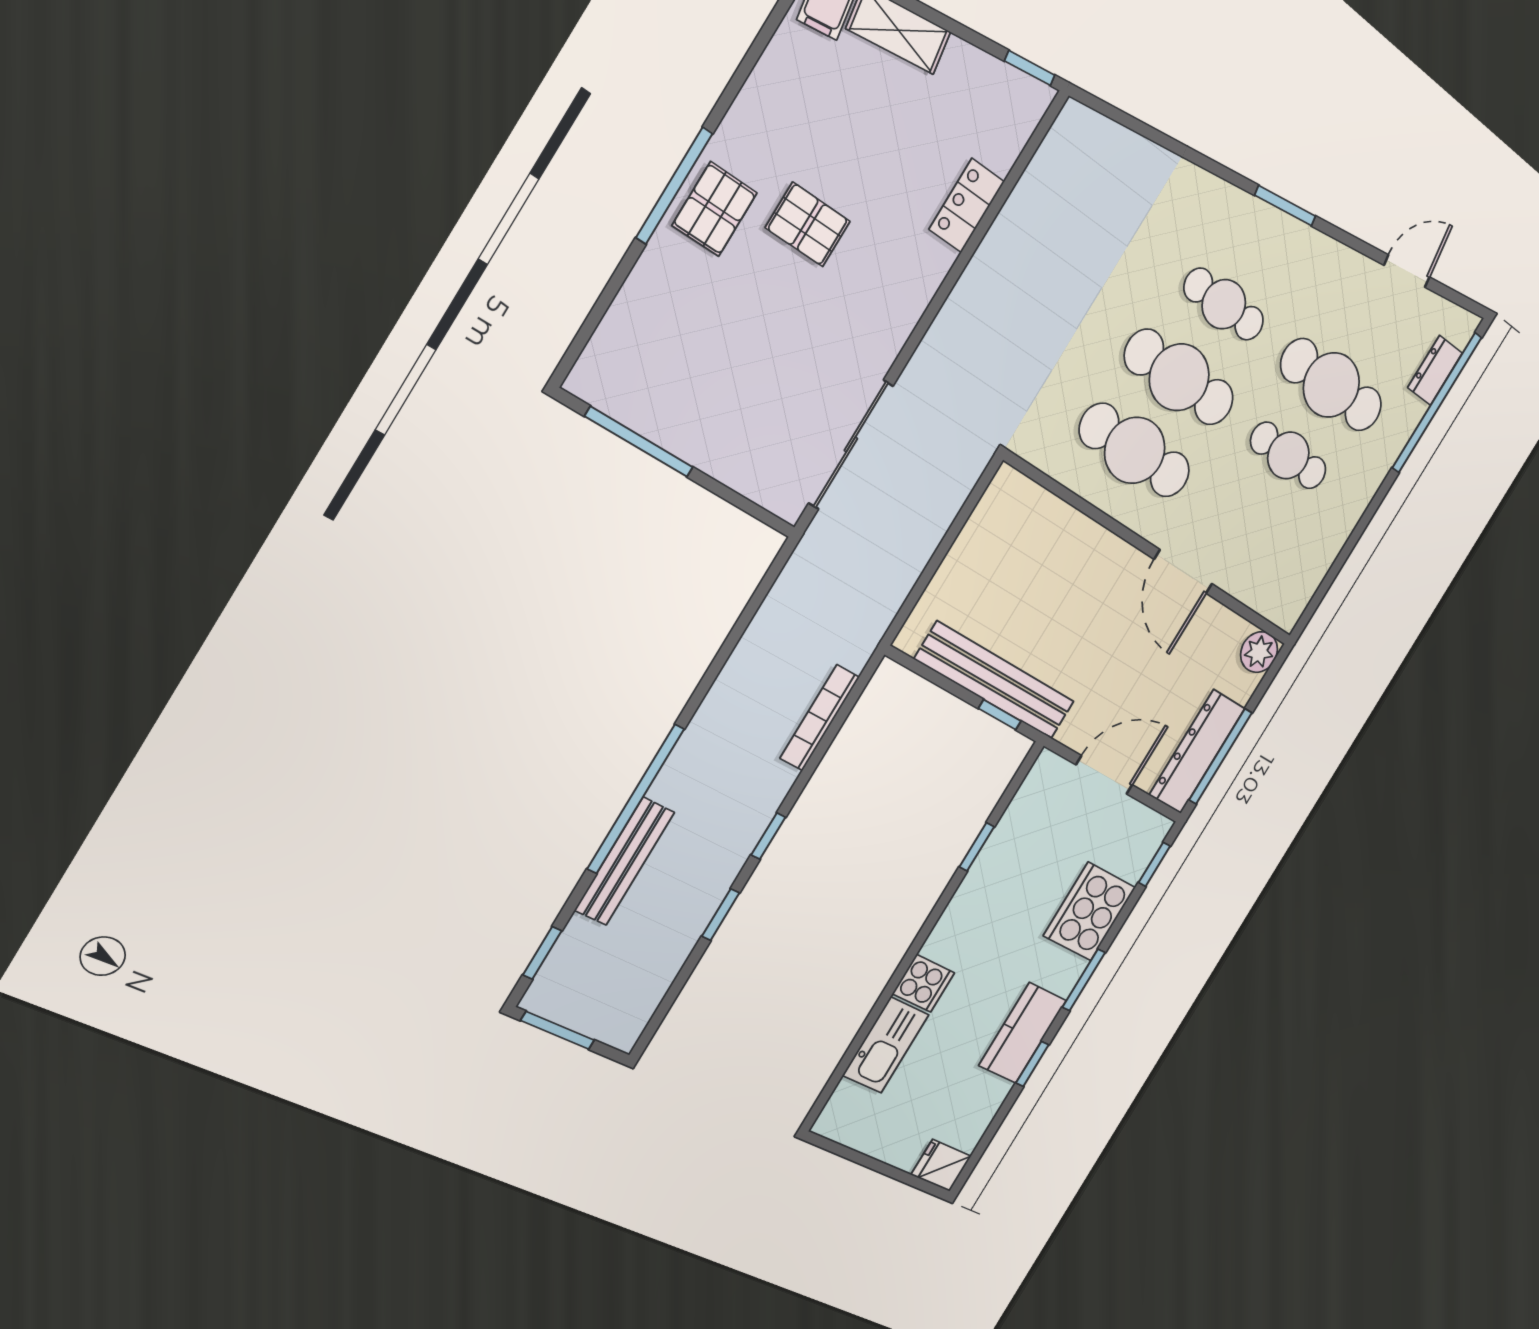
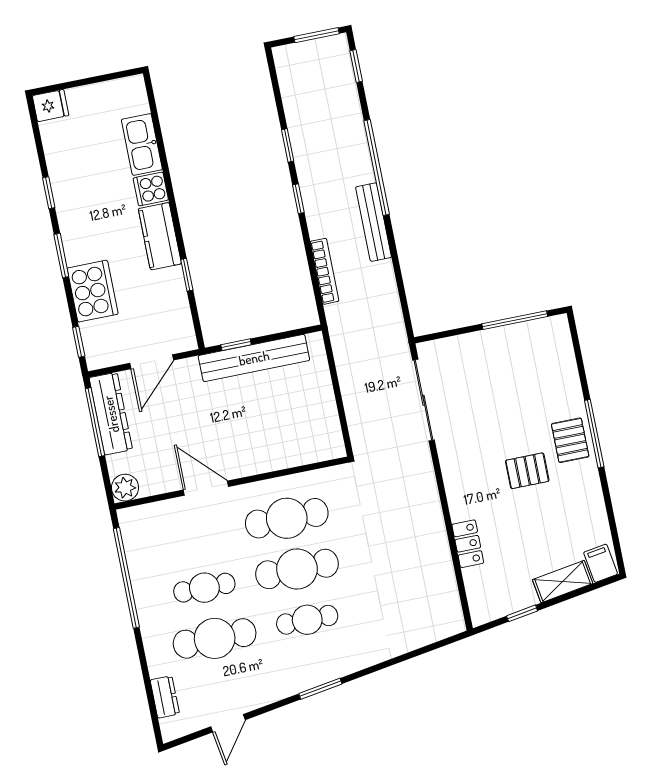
window: (1030, 68) -> (522, 613), moved
window: (1437, 403) -> (126, 578), moved
bench: (624, 861) -> (374, 222), moved
kitchen counter: (1023, 1033) -> (160, 236), moved, turned 180

